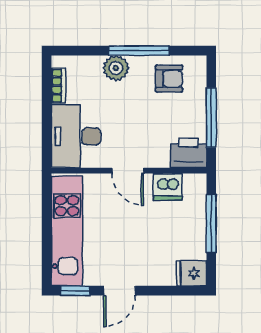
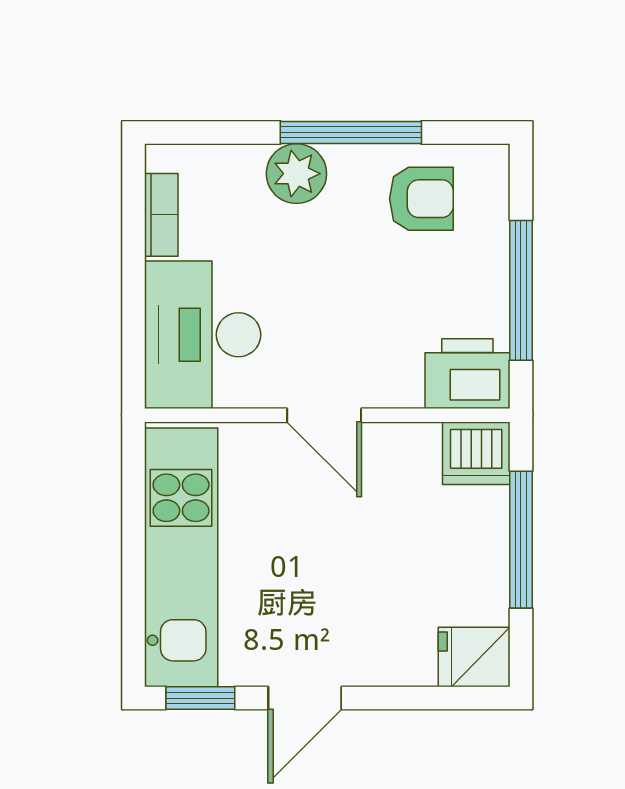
dishwasher: (168, 187) -> (476, 453), moved

